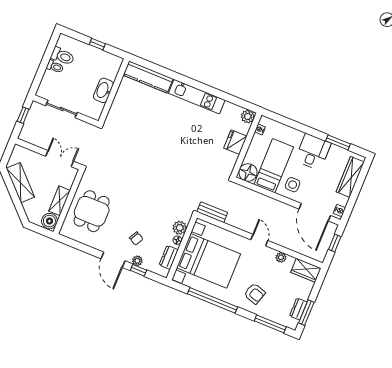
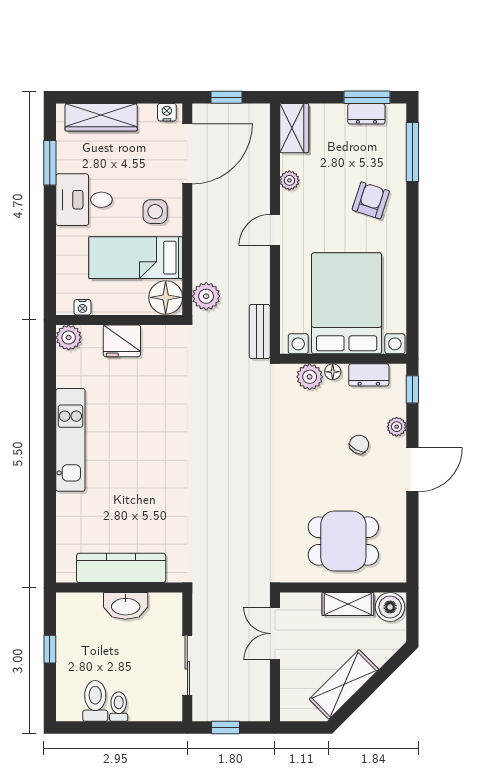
kitchen counter: (148, 77) -> (121, 568), moved, turned -90
plant: (240, 193) -> (206, 296), added
window: (138, 270) -> (412, 389), moved
window: (213, 300) -> (412, 268), removed

